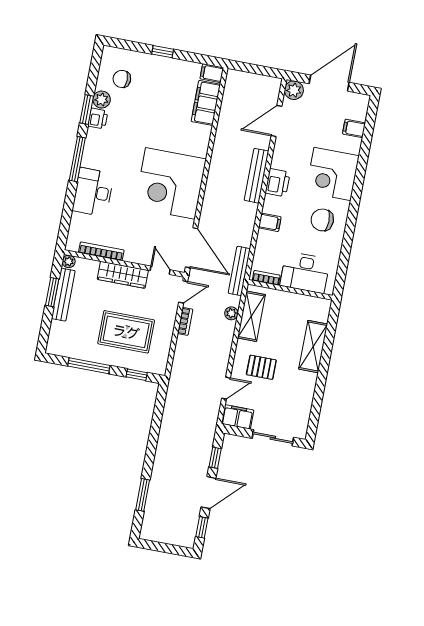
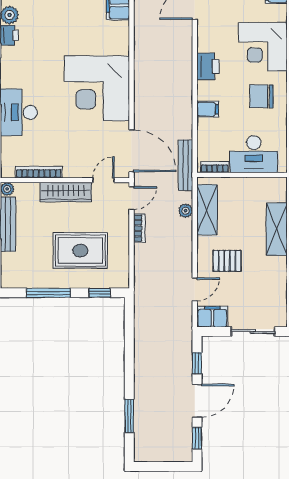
bench: (257, 176) -> (185, 63), removed
door: (160, 270) -> (103, 180), hinge flipped

